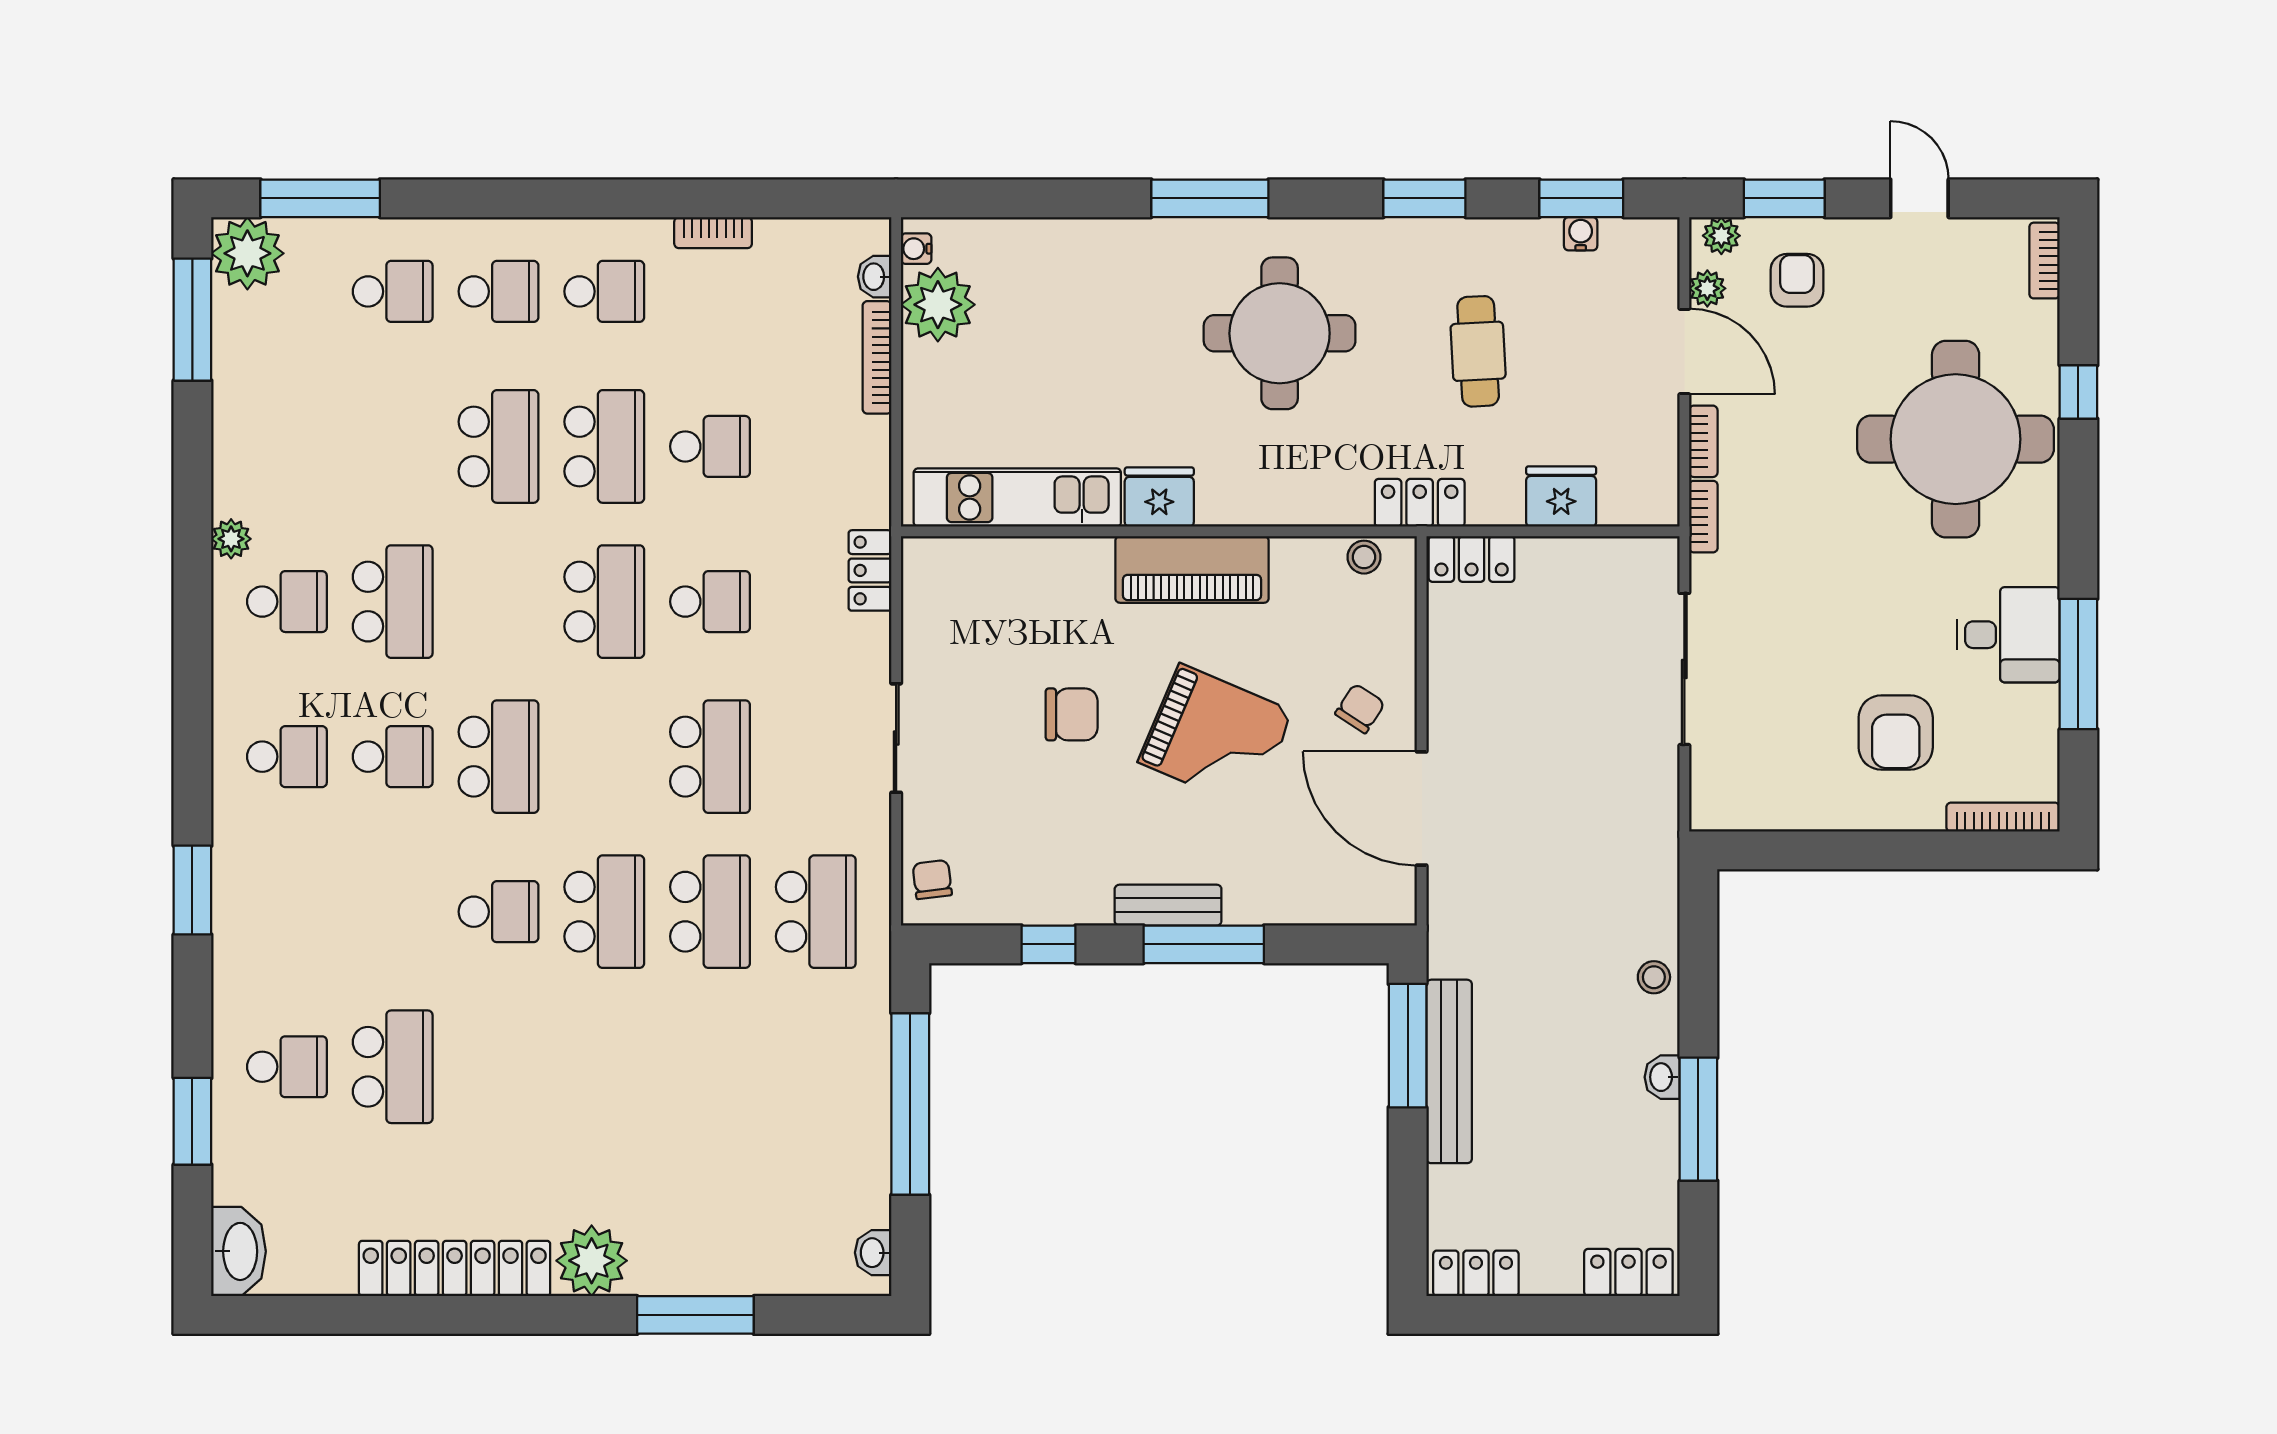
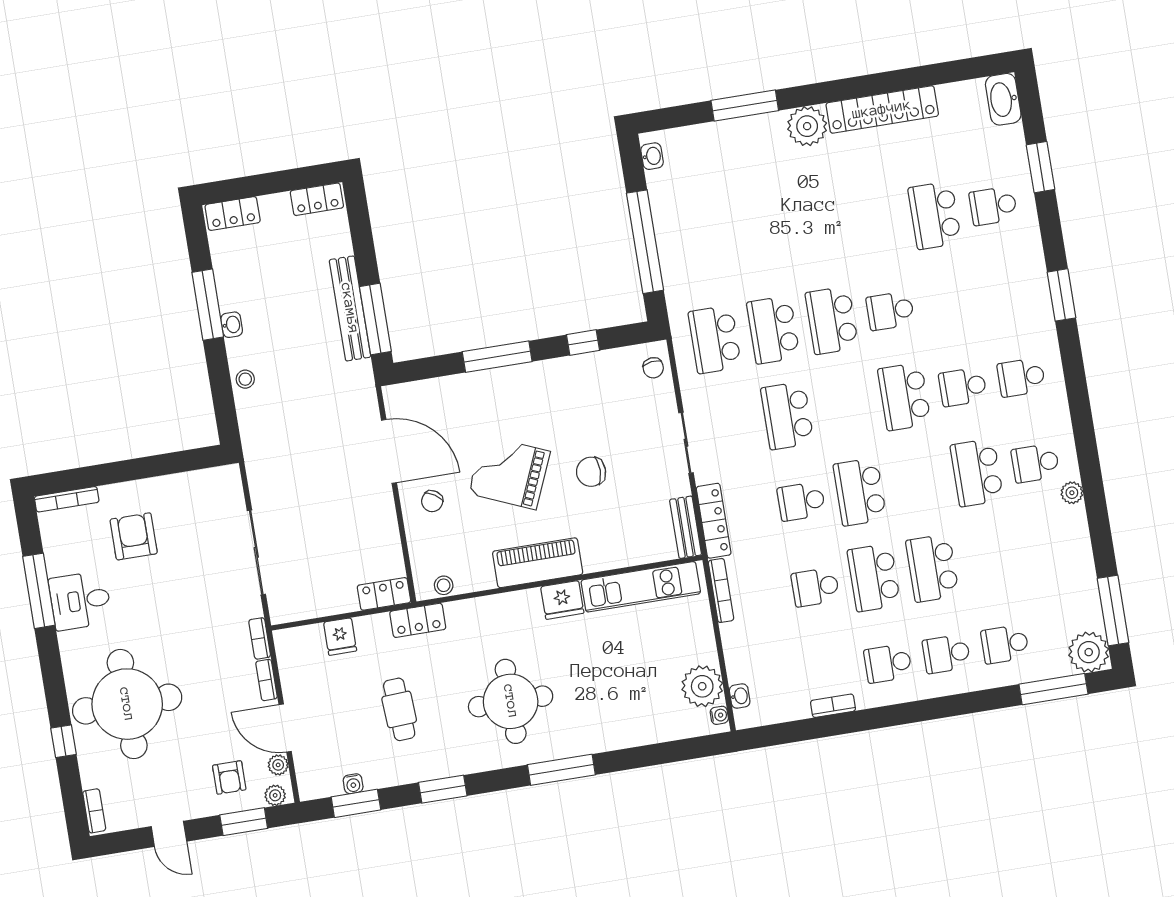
bookcase: (877, 357) -> (721, 590), moved
fridge: (1561, 497) -> (340, 637), width x0.72
locker: (870, 570) -> (714, 521), width x1.53
bench: (1168, 905) -> (686, 527), moved, turned 90

